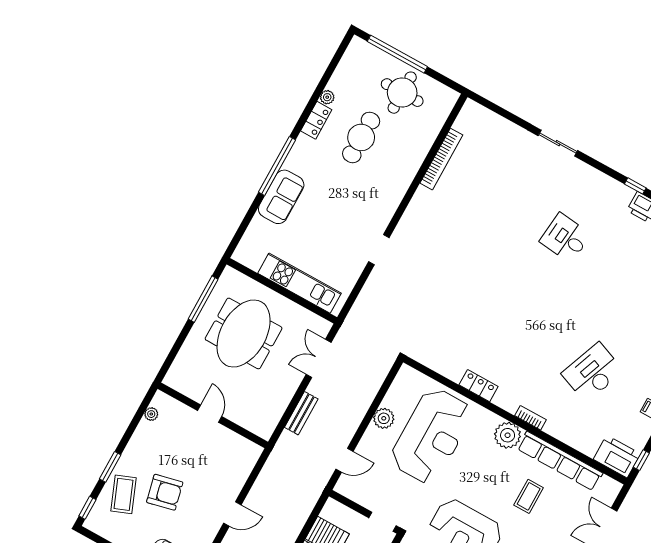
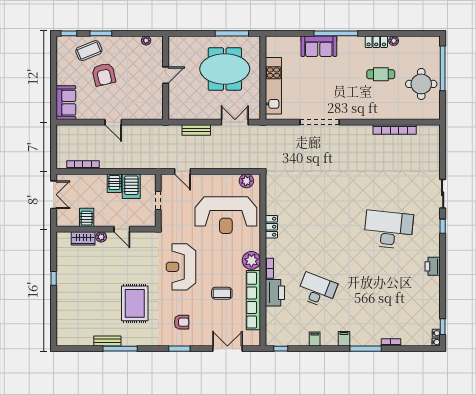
cafe table: (361, 137) -> (381, 74), width x0.73, depth x0.74
window: (635, 186) -> (443, 226), moved
desk: (565, 238) -> (388, 230), width x1.87, depth x1.30
doorway: (379, 250) -> (320, 122), width x1.88
plant: (384, 418) -> (246, 181), moved
printer: (617, 456) -> (275, 293), moved
doorway: (382, 522) -> (158, 200), moved

